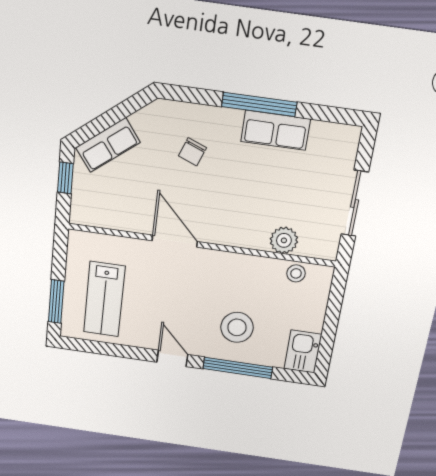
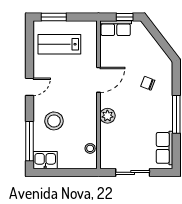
row of seats: (275, 130) -> (165, 148), moved
row of seats: (108, 145) -> (116, 28), moved, turned -53
plant: (284, 240) -> (107, 116), moved
window: (238, 368) -> (29, 141), moved

